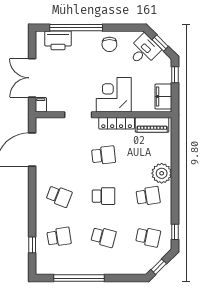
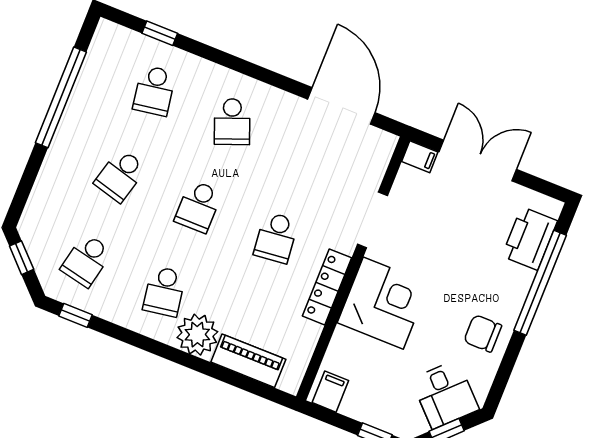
filing cabinet: (163, 97) -> (330, 392), width x0.50
piano: (152, 125) -> (248, 361), moved, turned 90
school desk: (59, 196) -> (232, 122), turned -42

